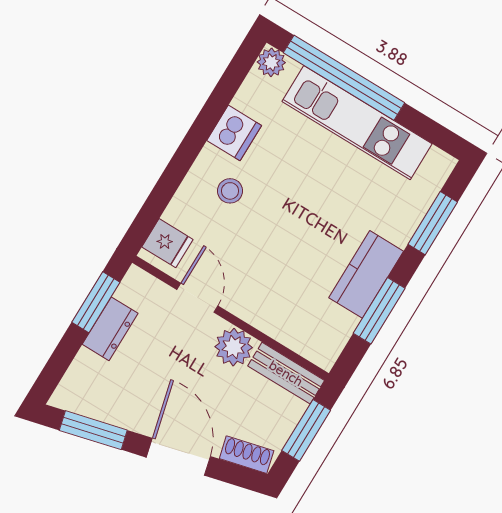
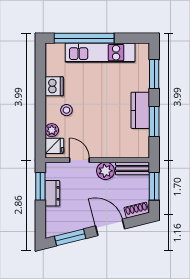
plant: (271, 62) -> (52, 130), moved

